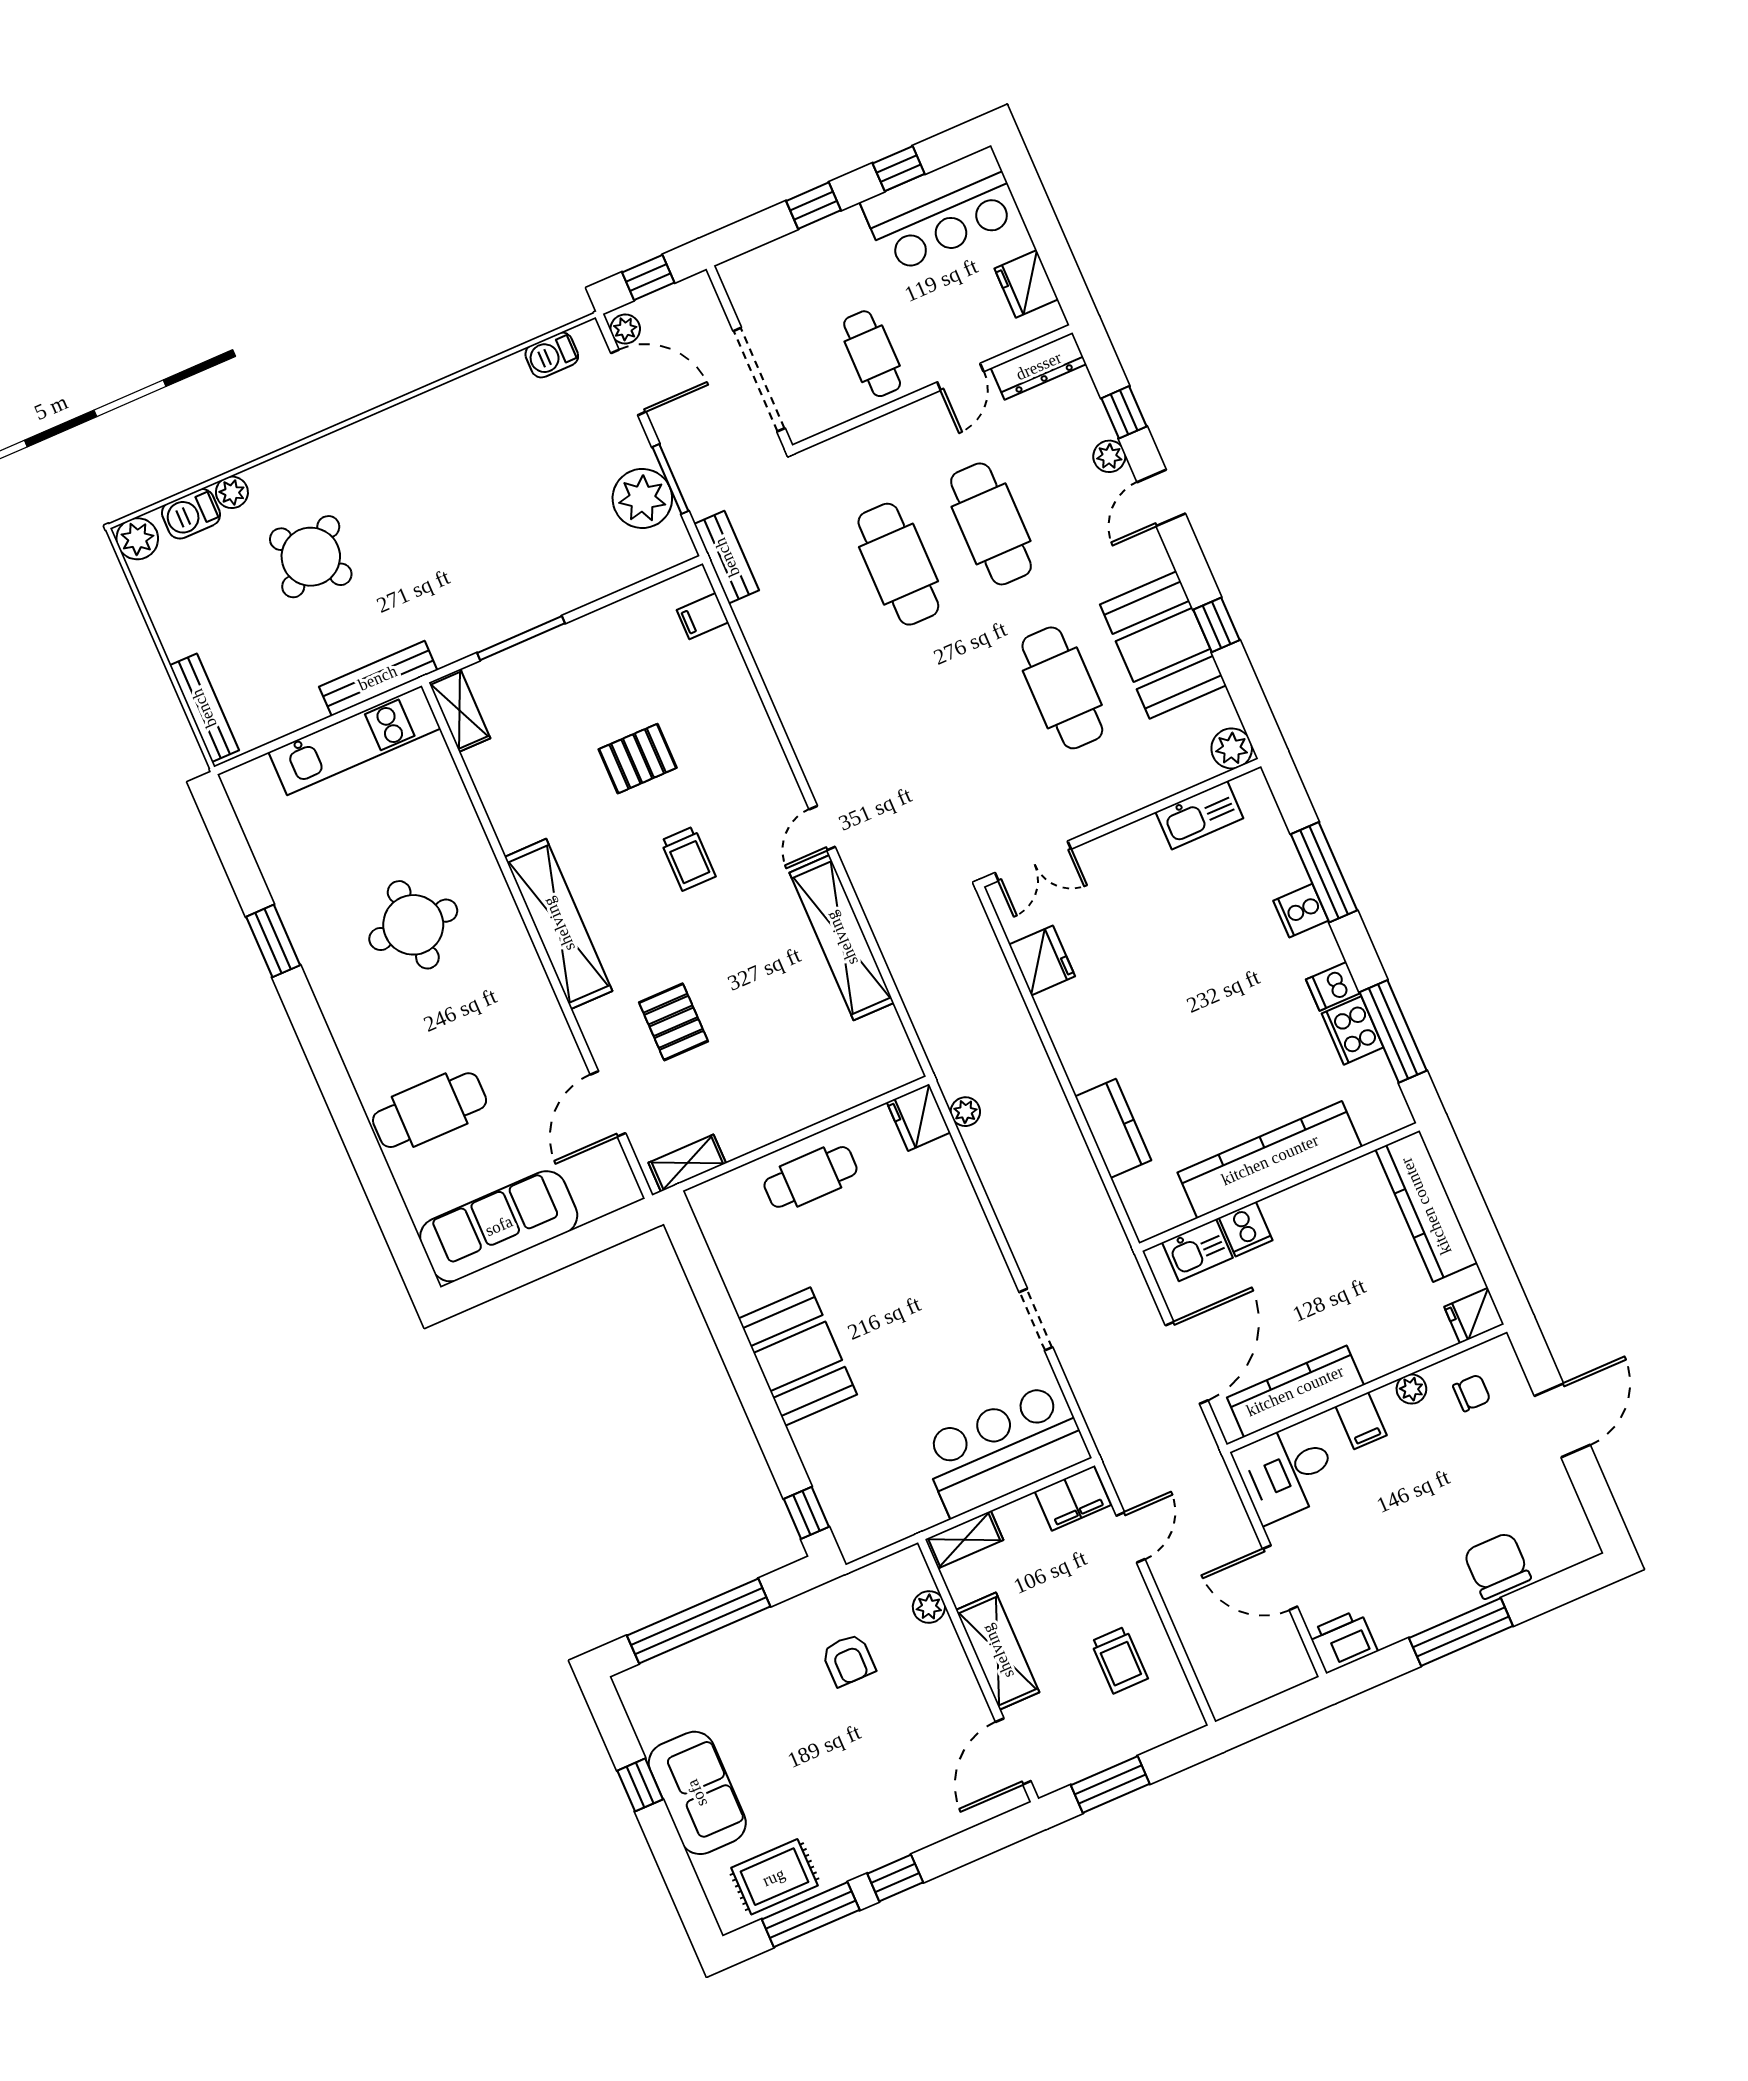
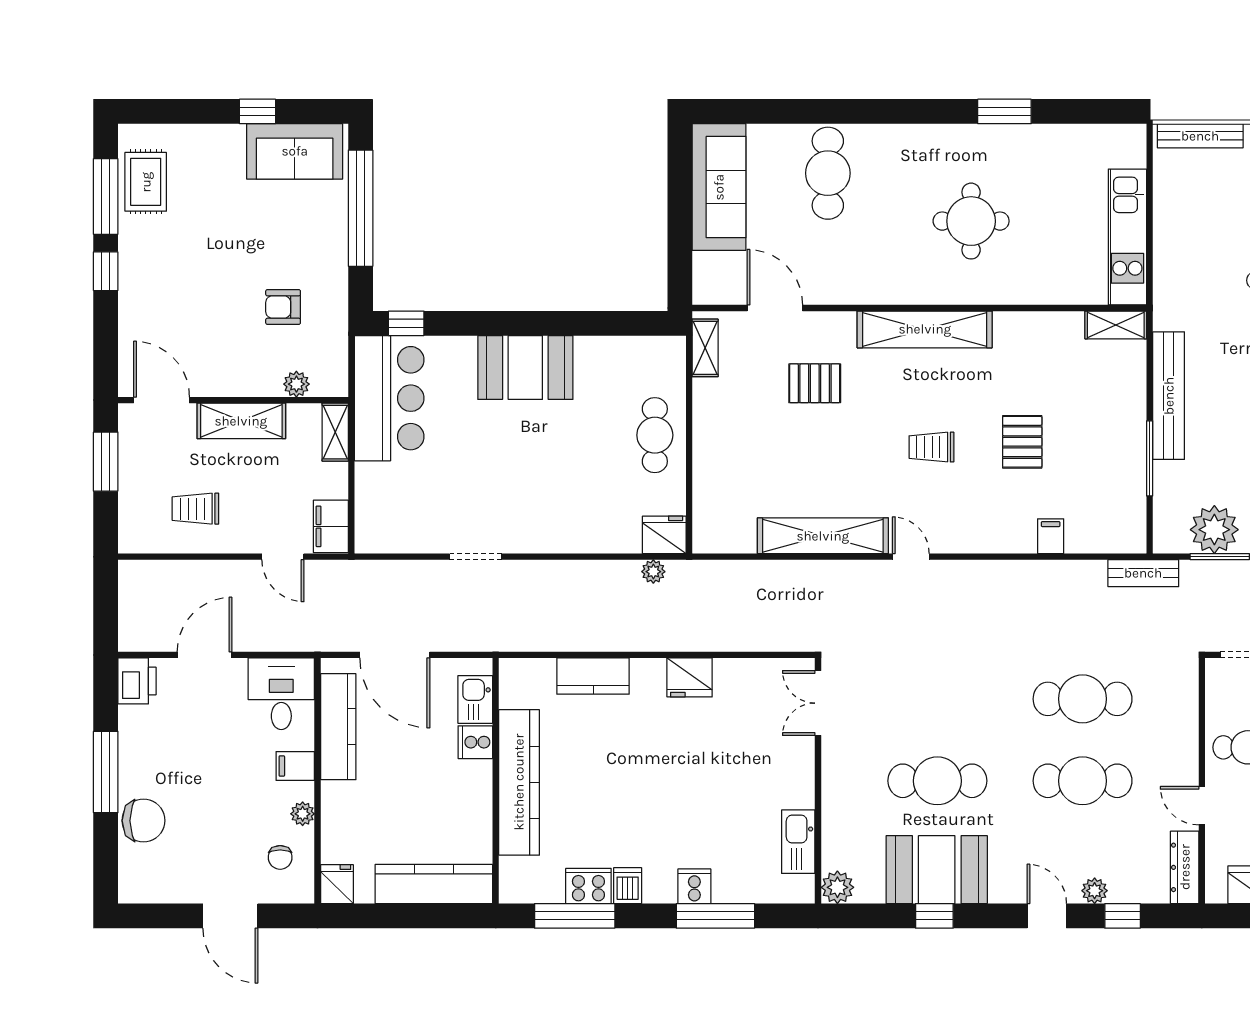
filing cabinet: (703, 616) -> (1051, 536), moved
window: (521, 638) -> (1150, 458), moved
bench: (378, 678) -> (1169, 396), moved, width x1.37, depth x1.21
fridge: (1042, 960) -> (690, 677), moved
bar counter: (1004, 1450) -> (389, 398), moved
sofa: (697, 1793) -> (295, 151), moved

